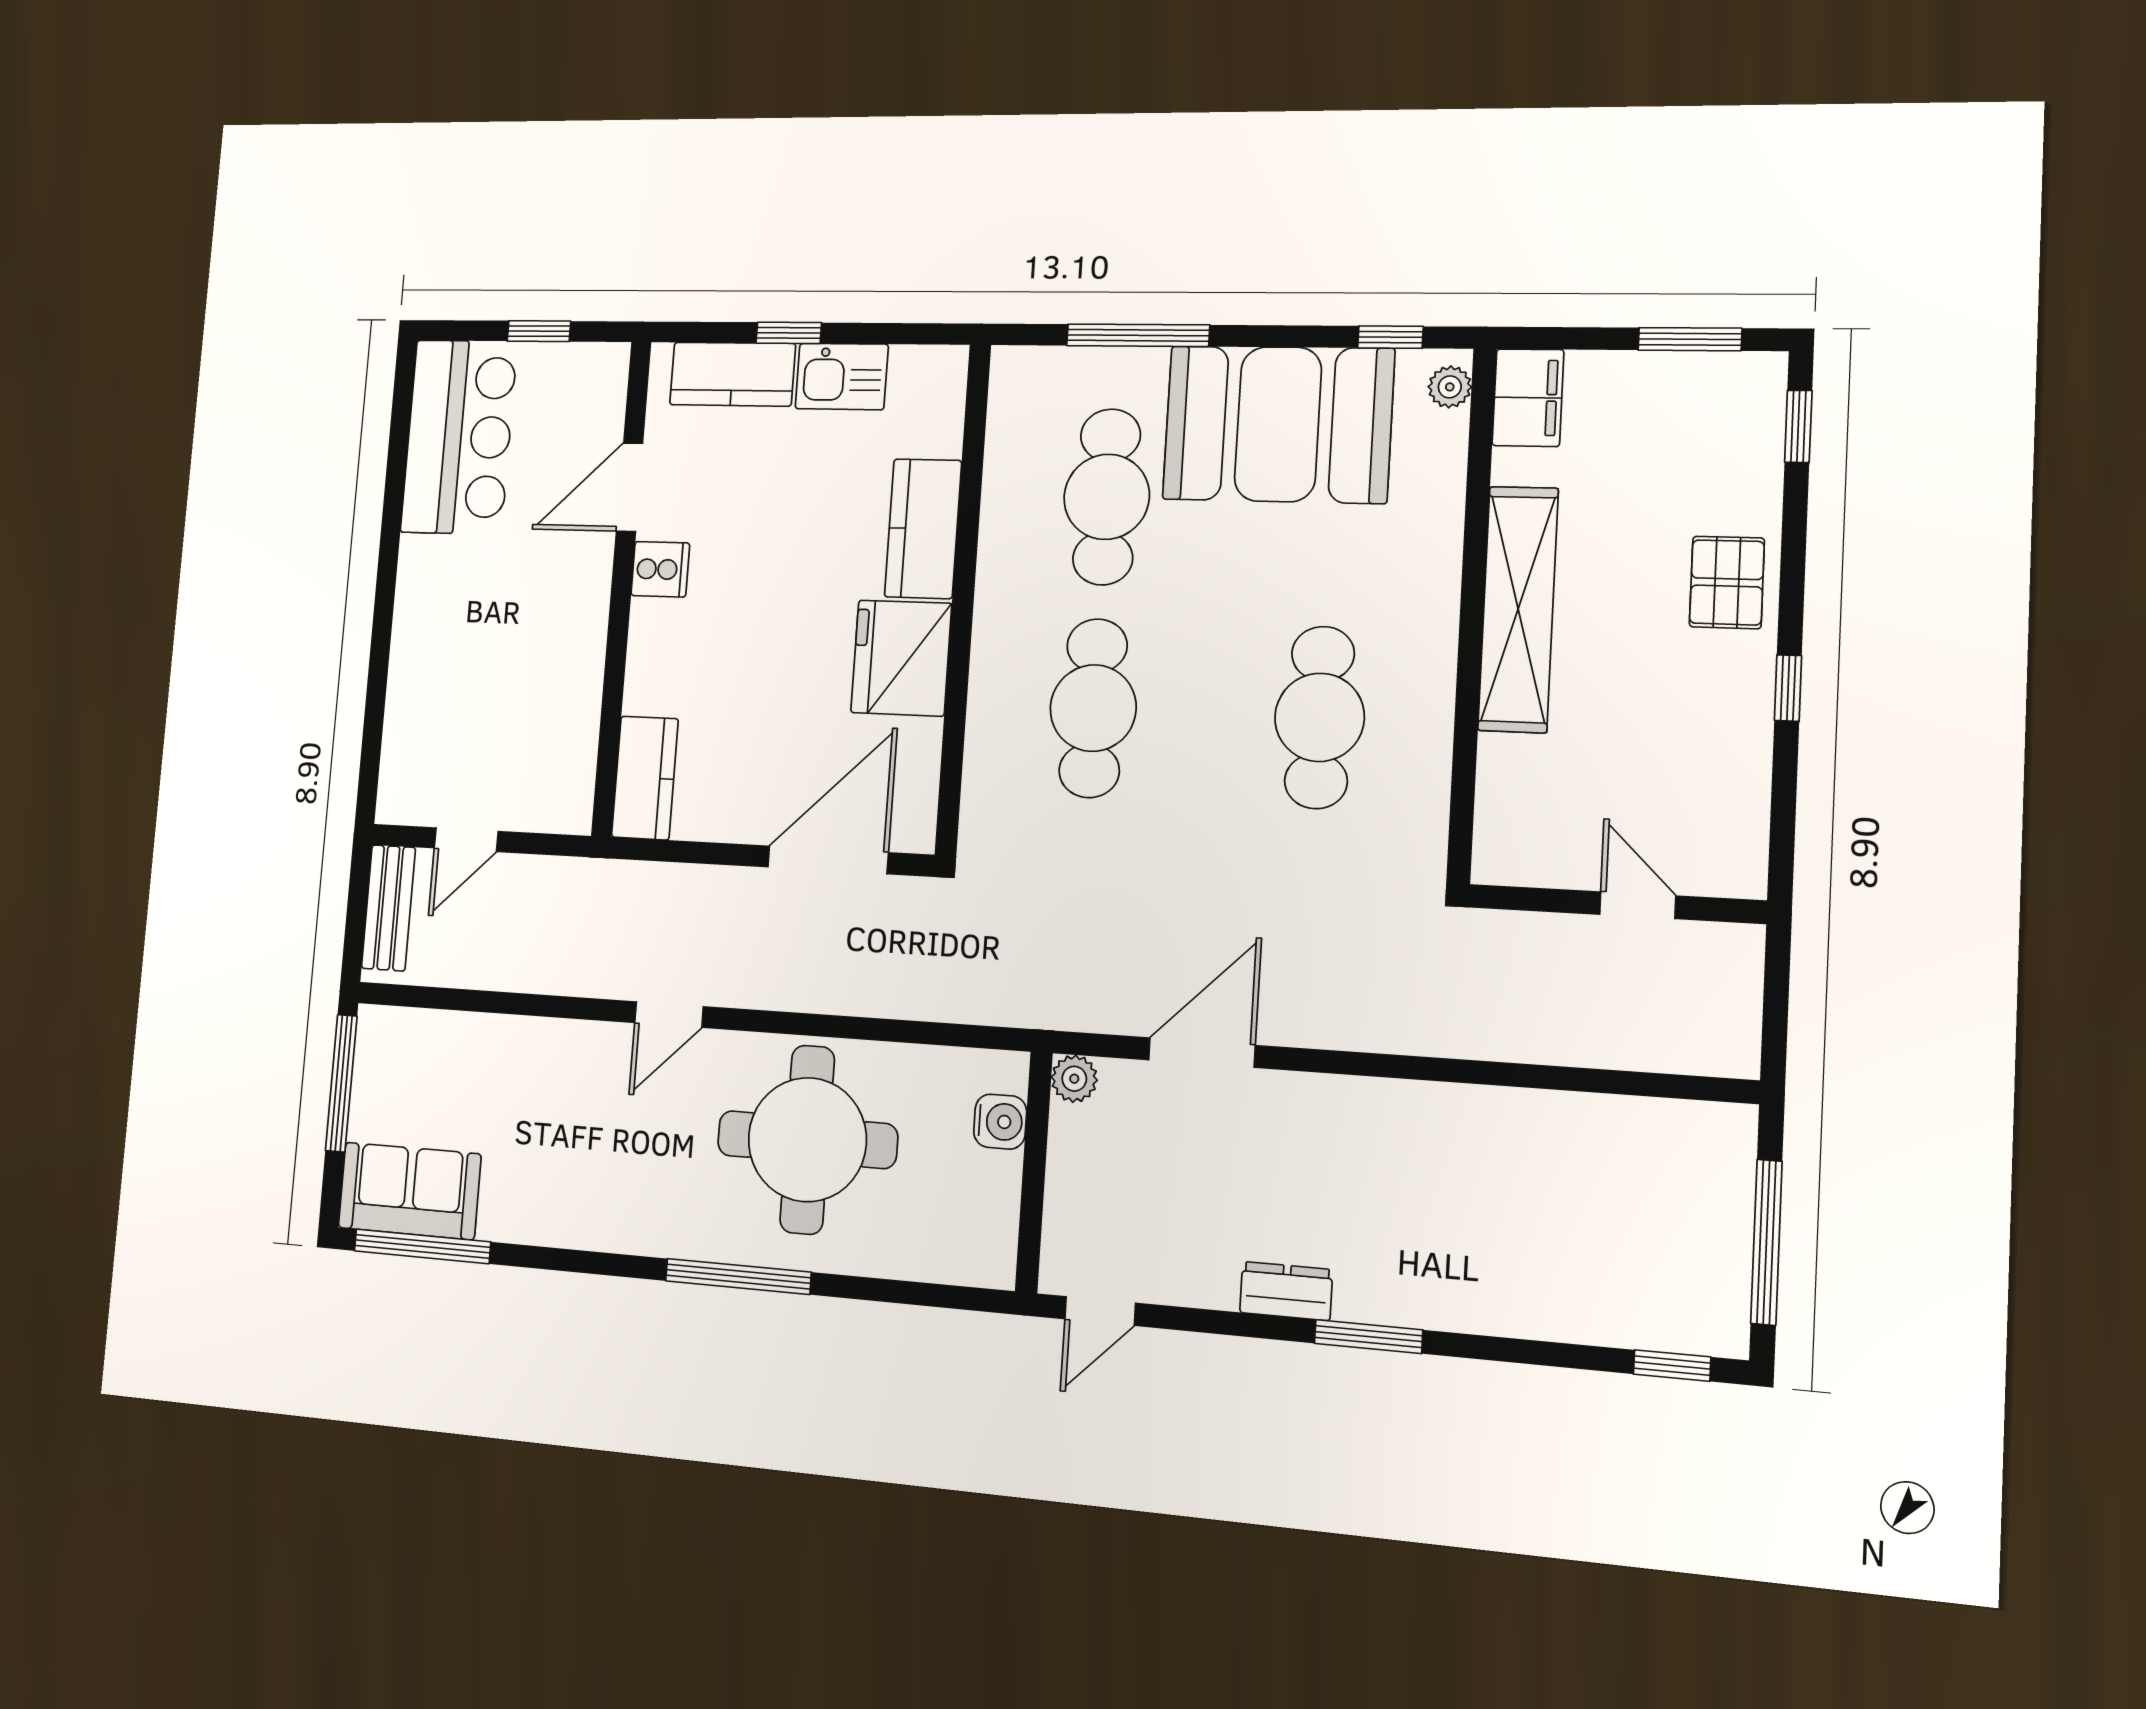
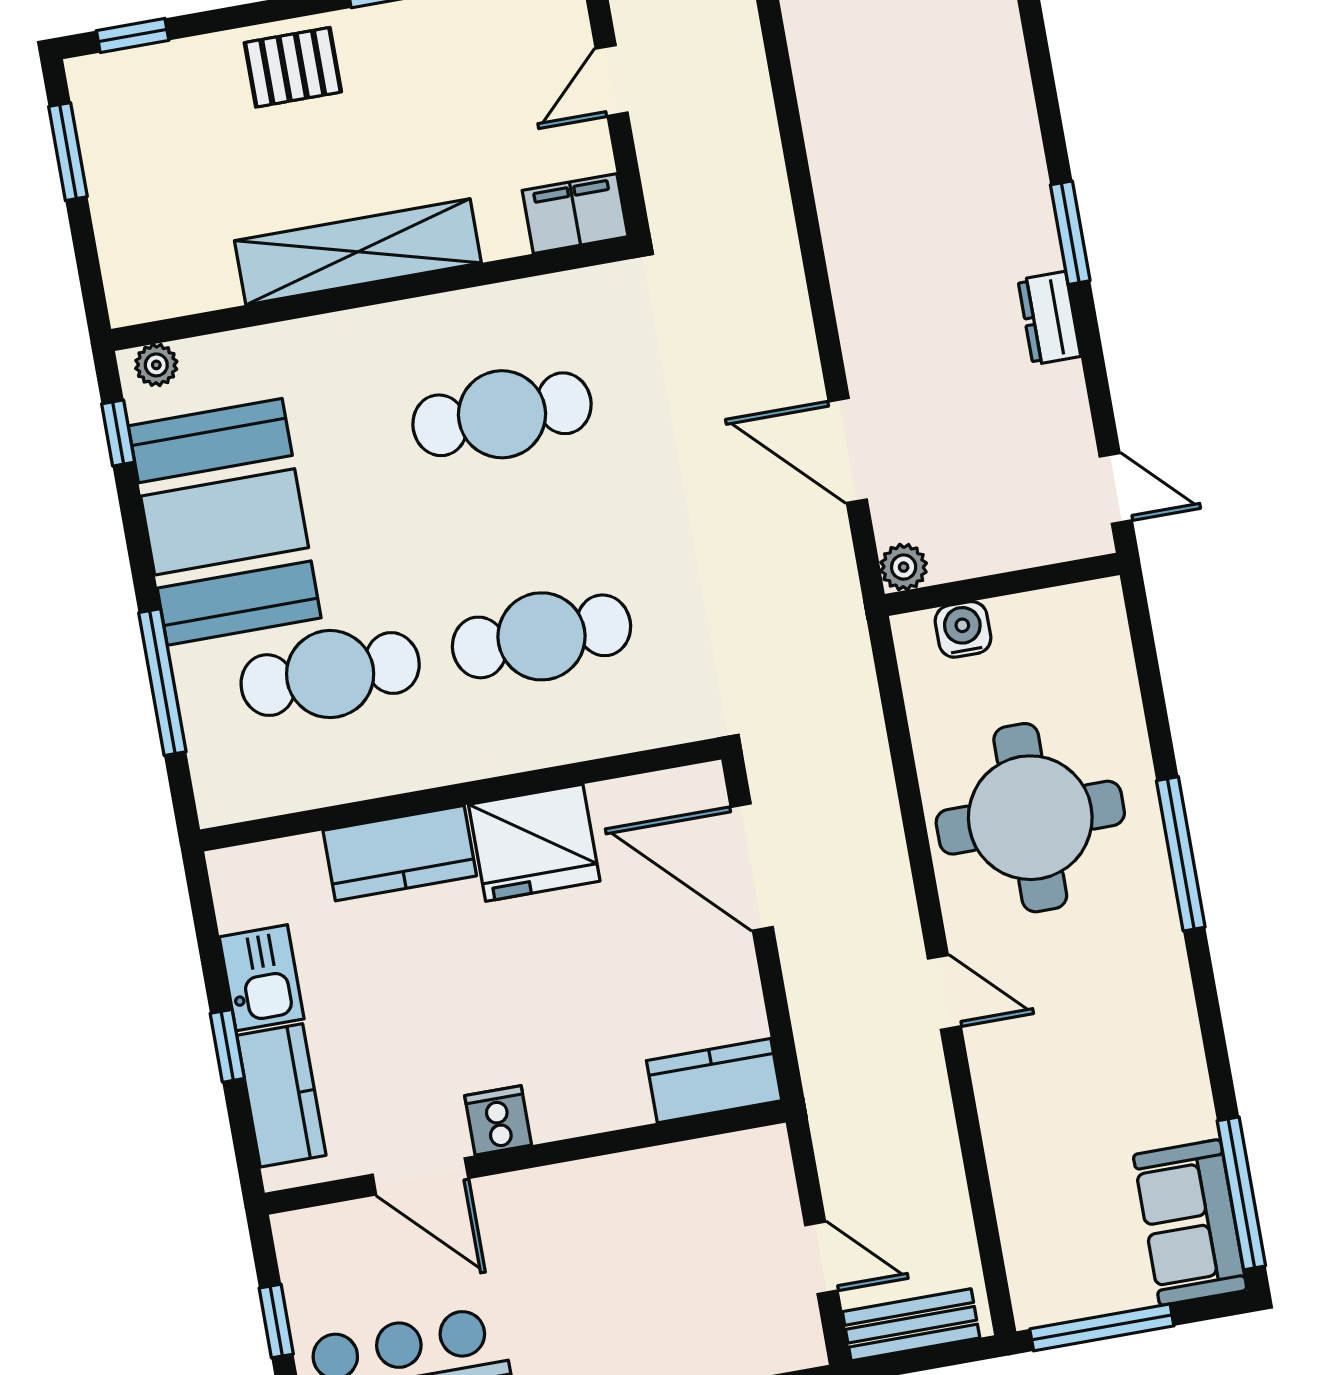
filing cabinet: (1528, 398) -> (575, 214), moved

